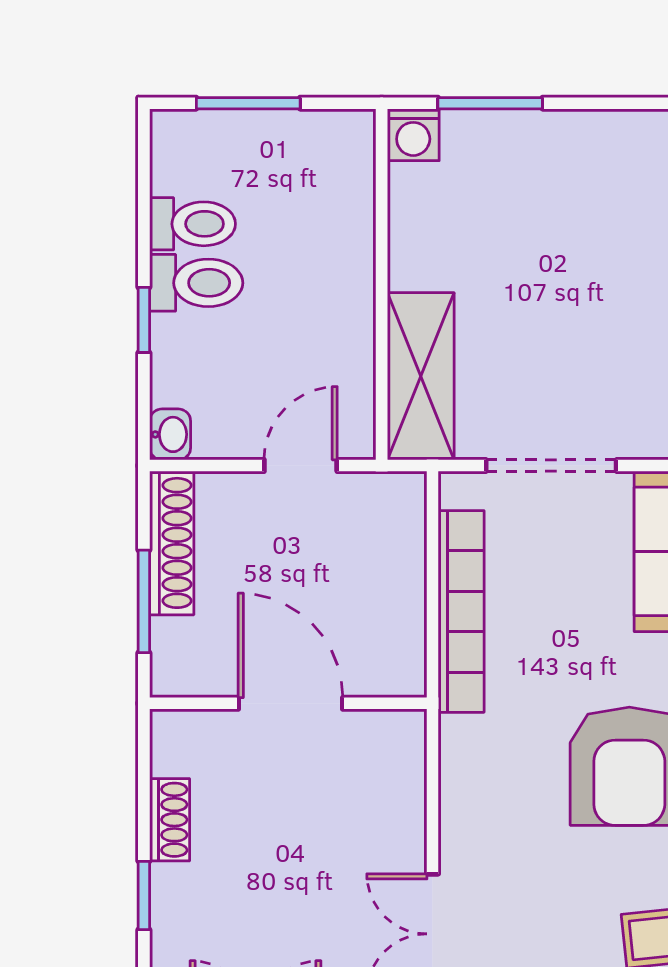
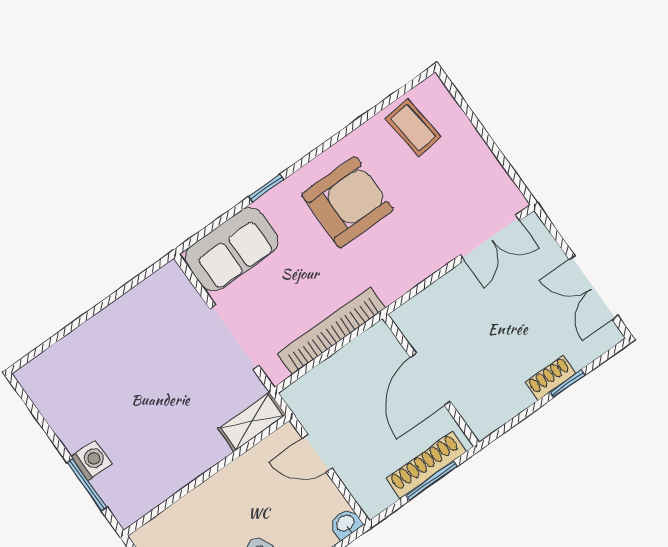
washing machine: (413, 135) -> (92, 460), moved
shelving: (421, 376) -> (252, 422), width x0.67, depth x0.75
shoe rack: (172, 543) -> (426, 465), moved
shoe rack: (170, 820) -> (550, 378), moved

